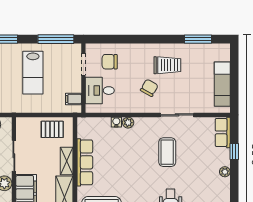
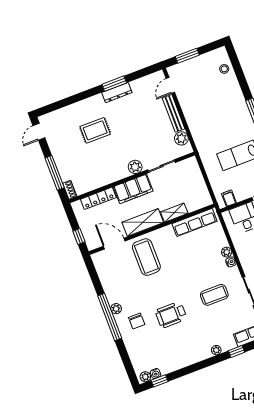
water cooler: (116, 122) -> (231, 262), moved
pallet: (52, 129) -> (196, 190), removed
row of seats: (85, 162) -> (194, 222), moved

